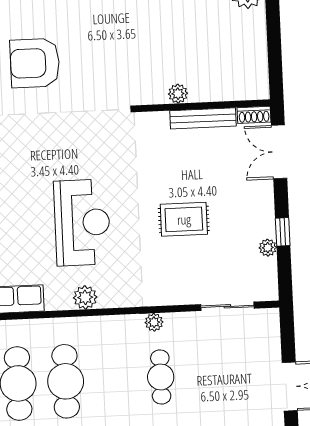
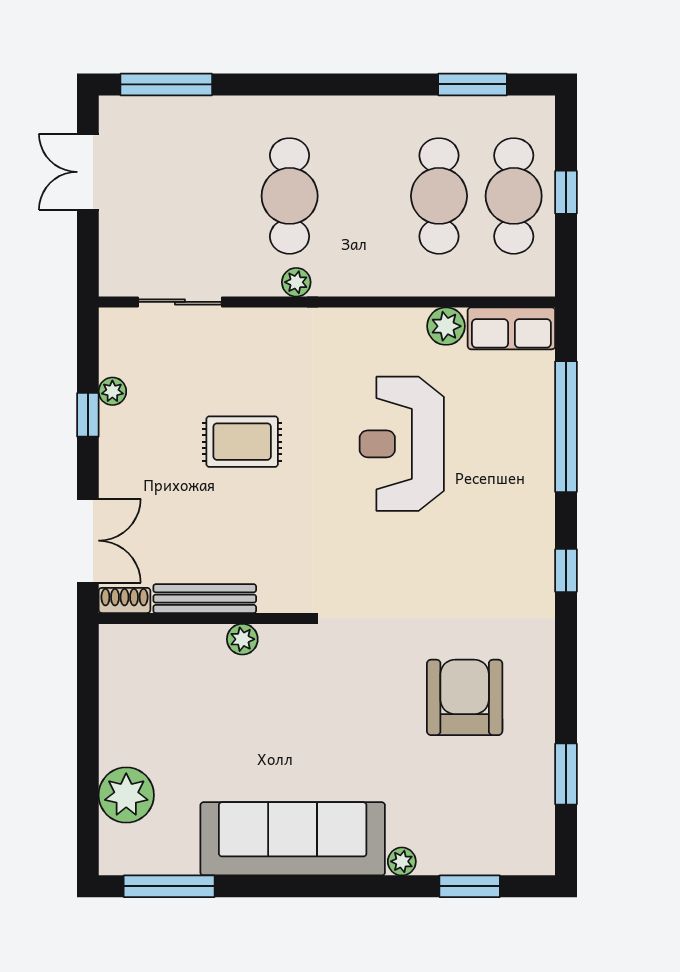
armchair: (35, 63) -> (465, 697), turned -90
plant: (85, 297) -> (446, 326), moved
cafe table: (161, 377) -> (290, 196), width x1.37, depth x1.35

